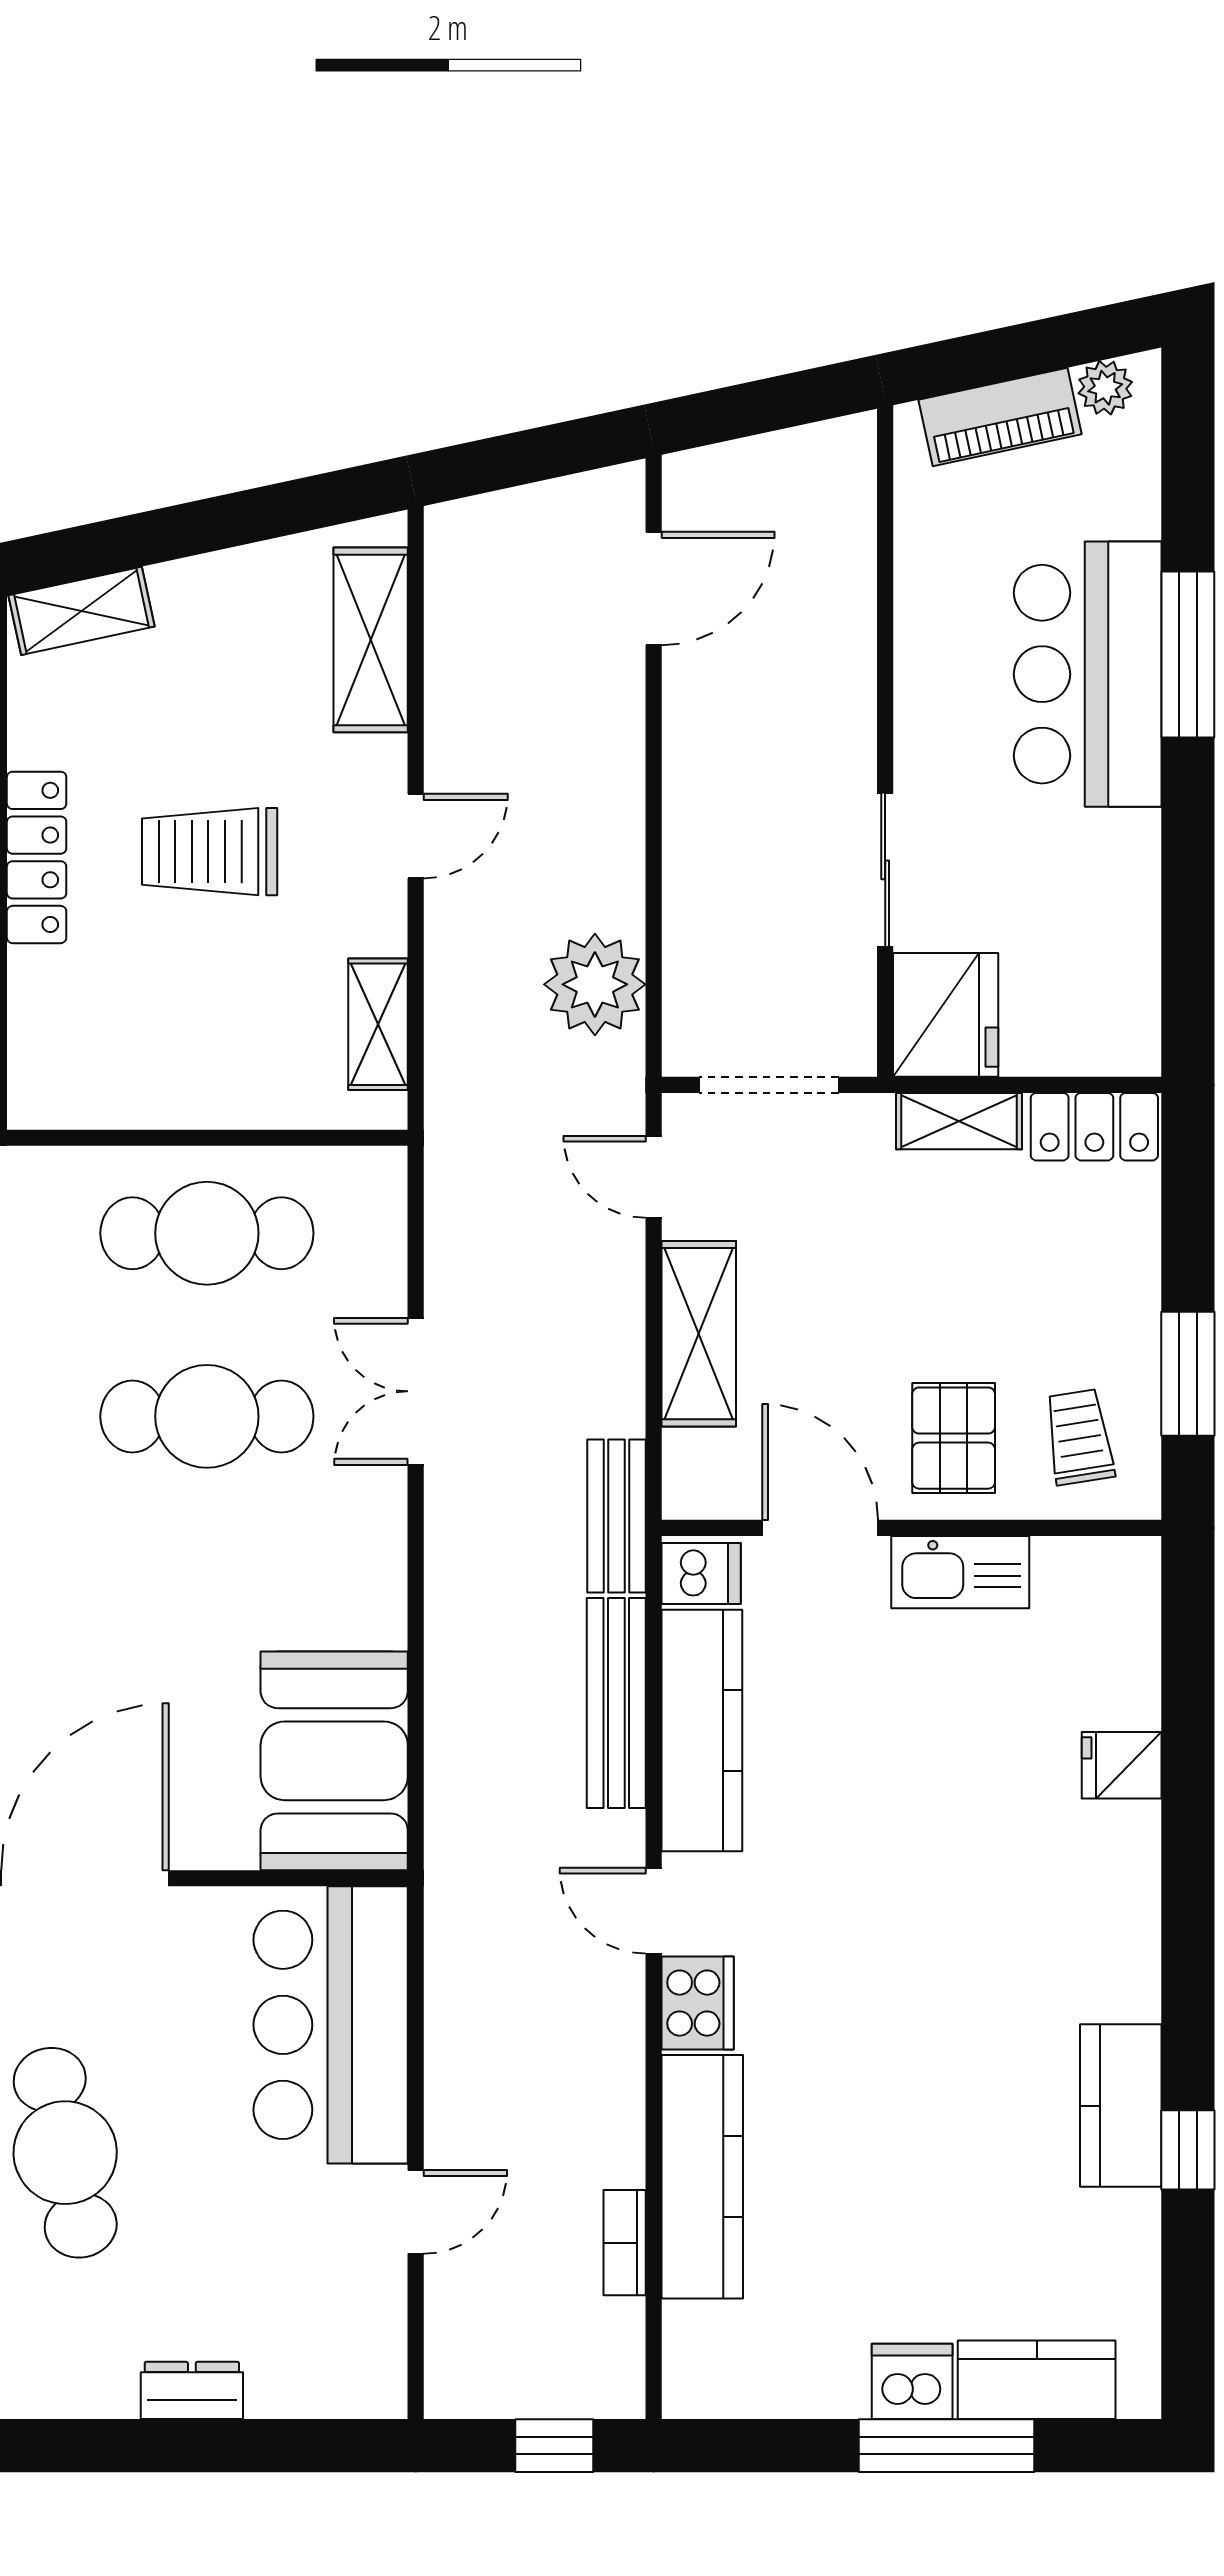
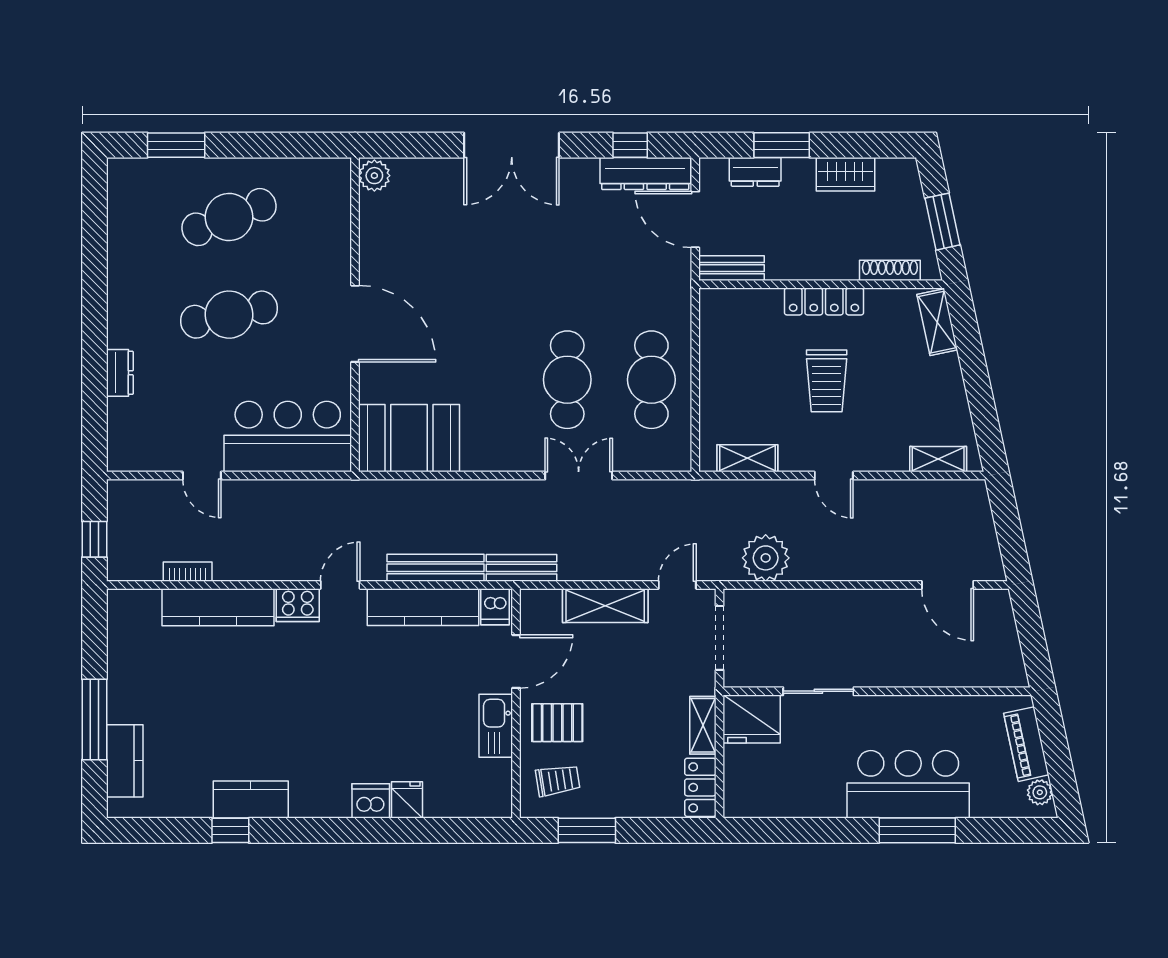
shelving: (371, 640) -> (938, 459), width x0.67, depth x0.75
trolley: (210, 852) -> (827, 381), turned 180
dishwasher: (912, 2381) -> (371, 801), moved, turned -90

